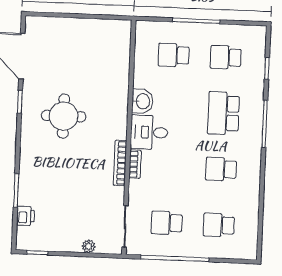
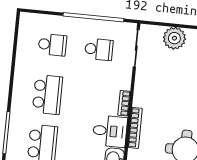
bookcase: (120, 163) -> (135, 128), moved
school desk: (221, 169) -> (47, 95), width x1.85
plant: (89, 246) -> (174, 38), width x1.87, depth x1.87

